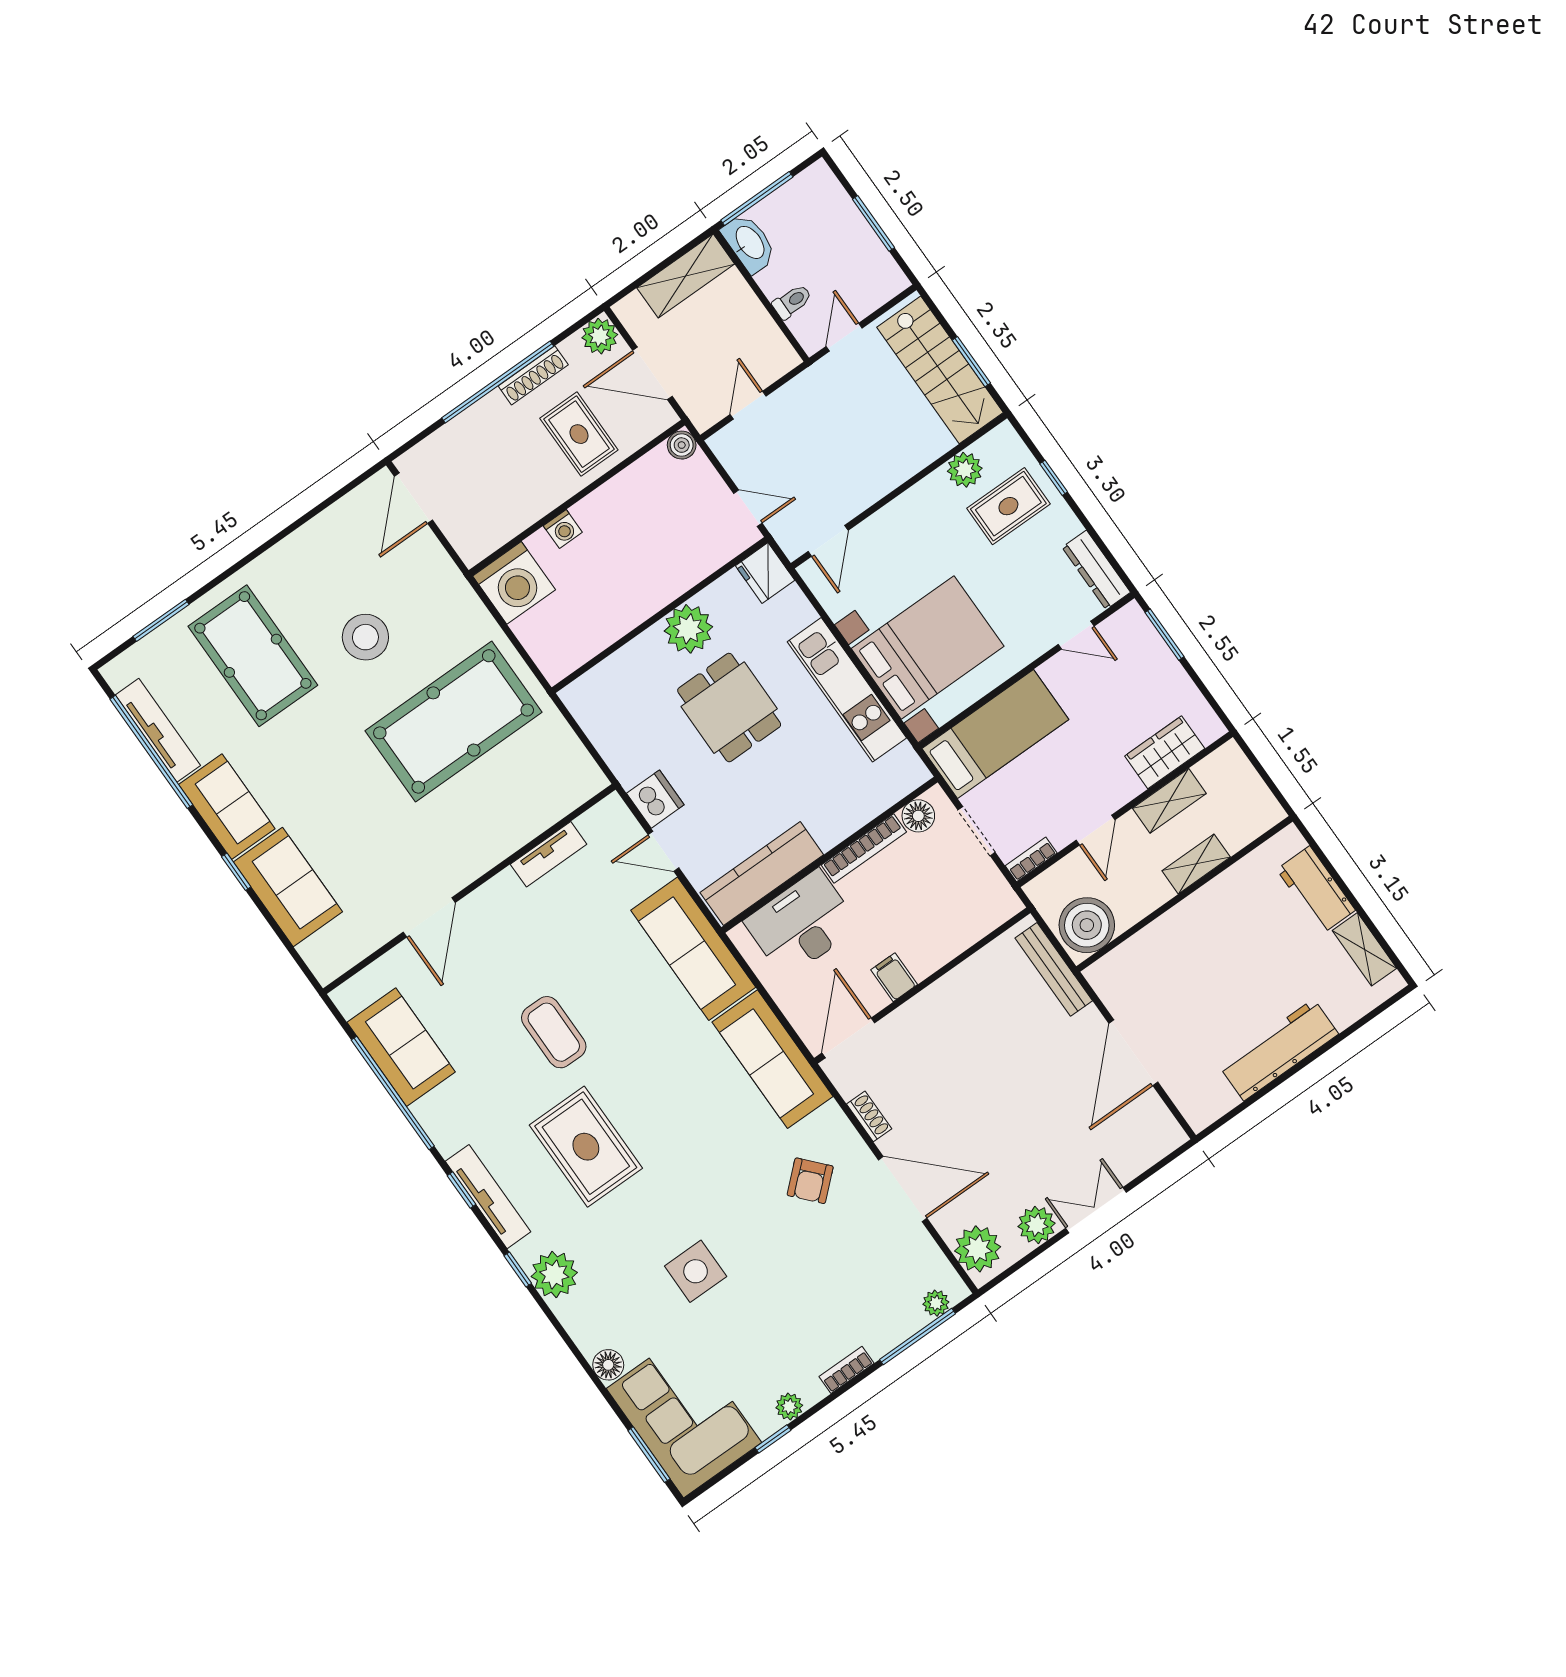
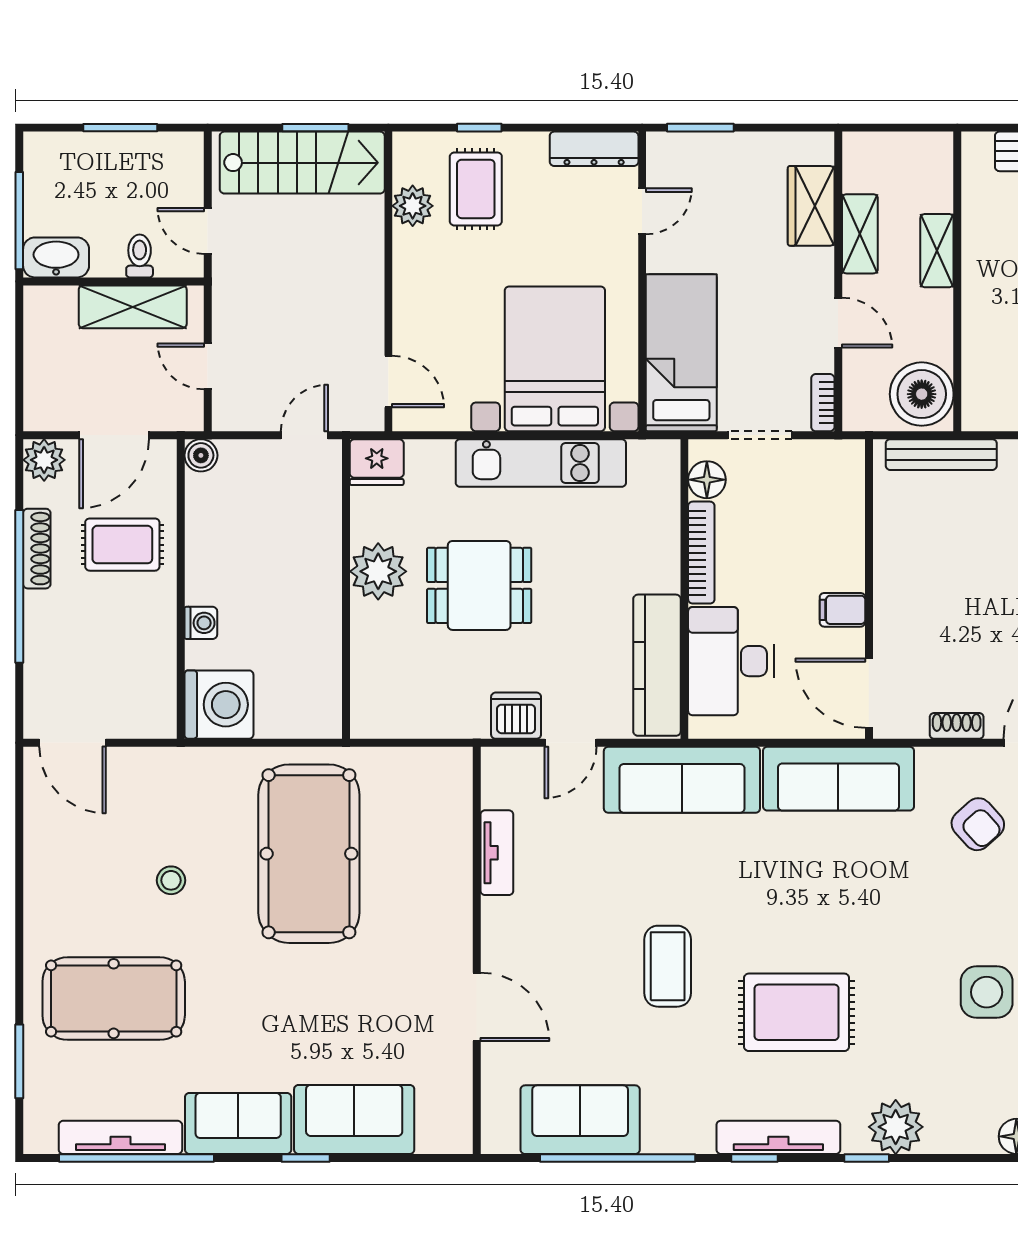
shelving: (686, 276) -> (133, 307), moved, turned 90
stool: (365, 637) -> (171, 880), width x0.53, depth x0.53
coffee table: (554, 1032) -> (668, 966), turned 90

